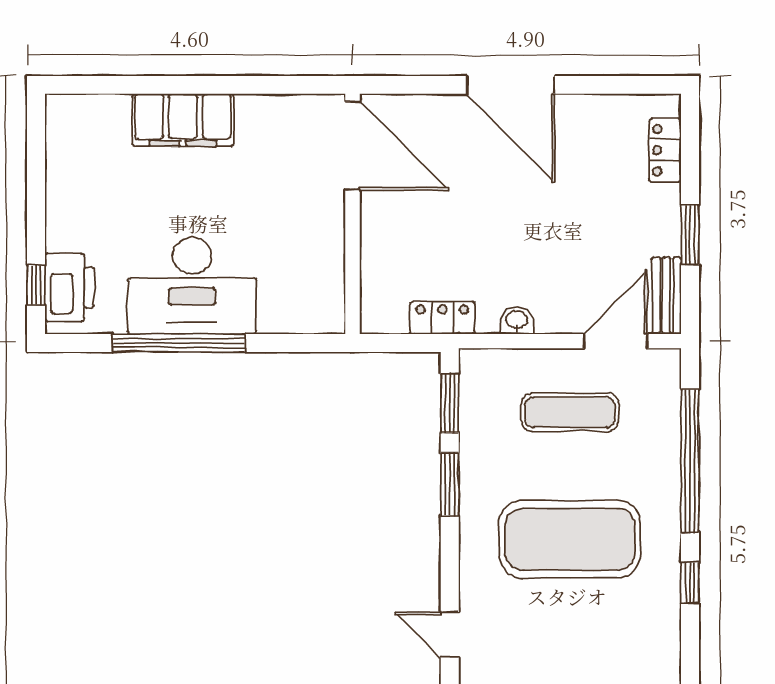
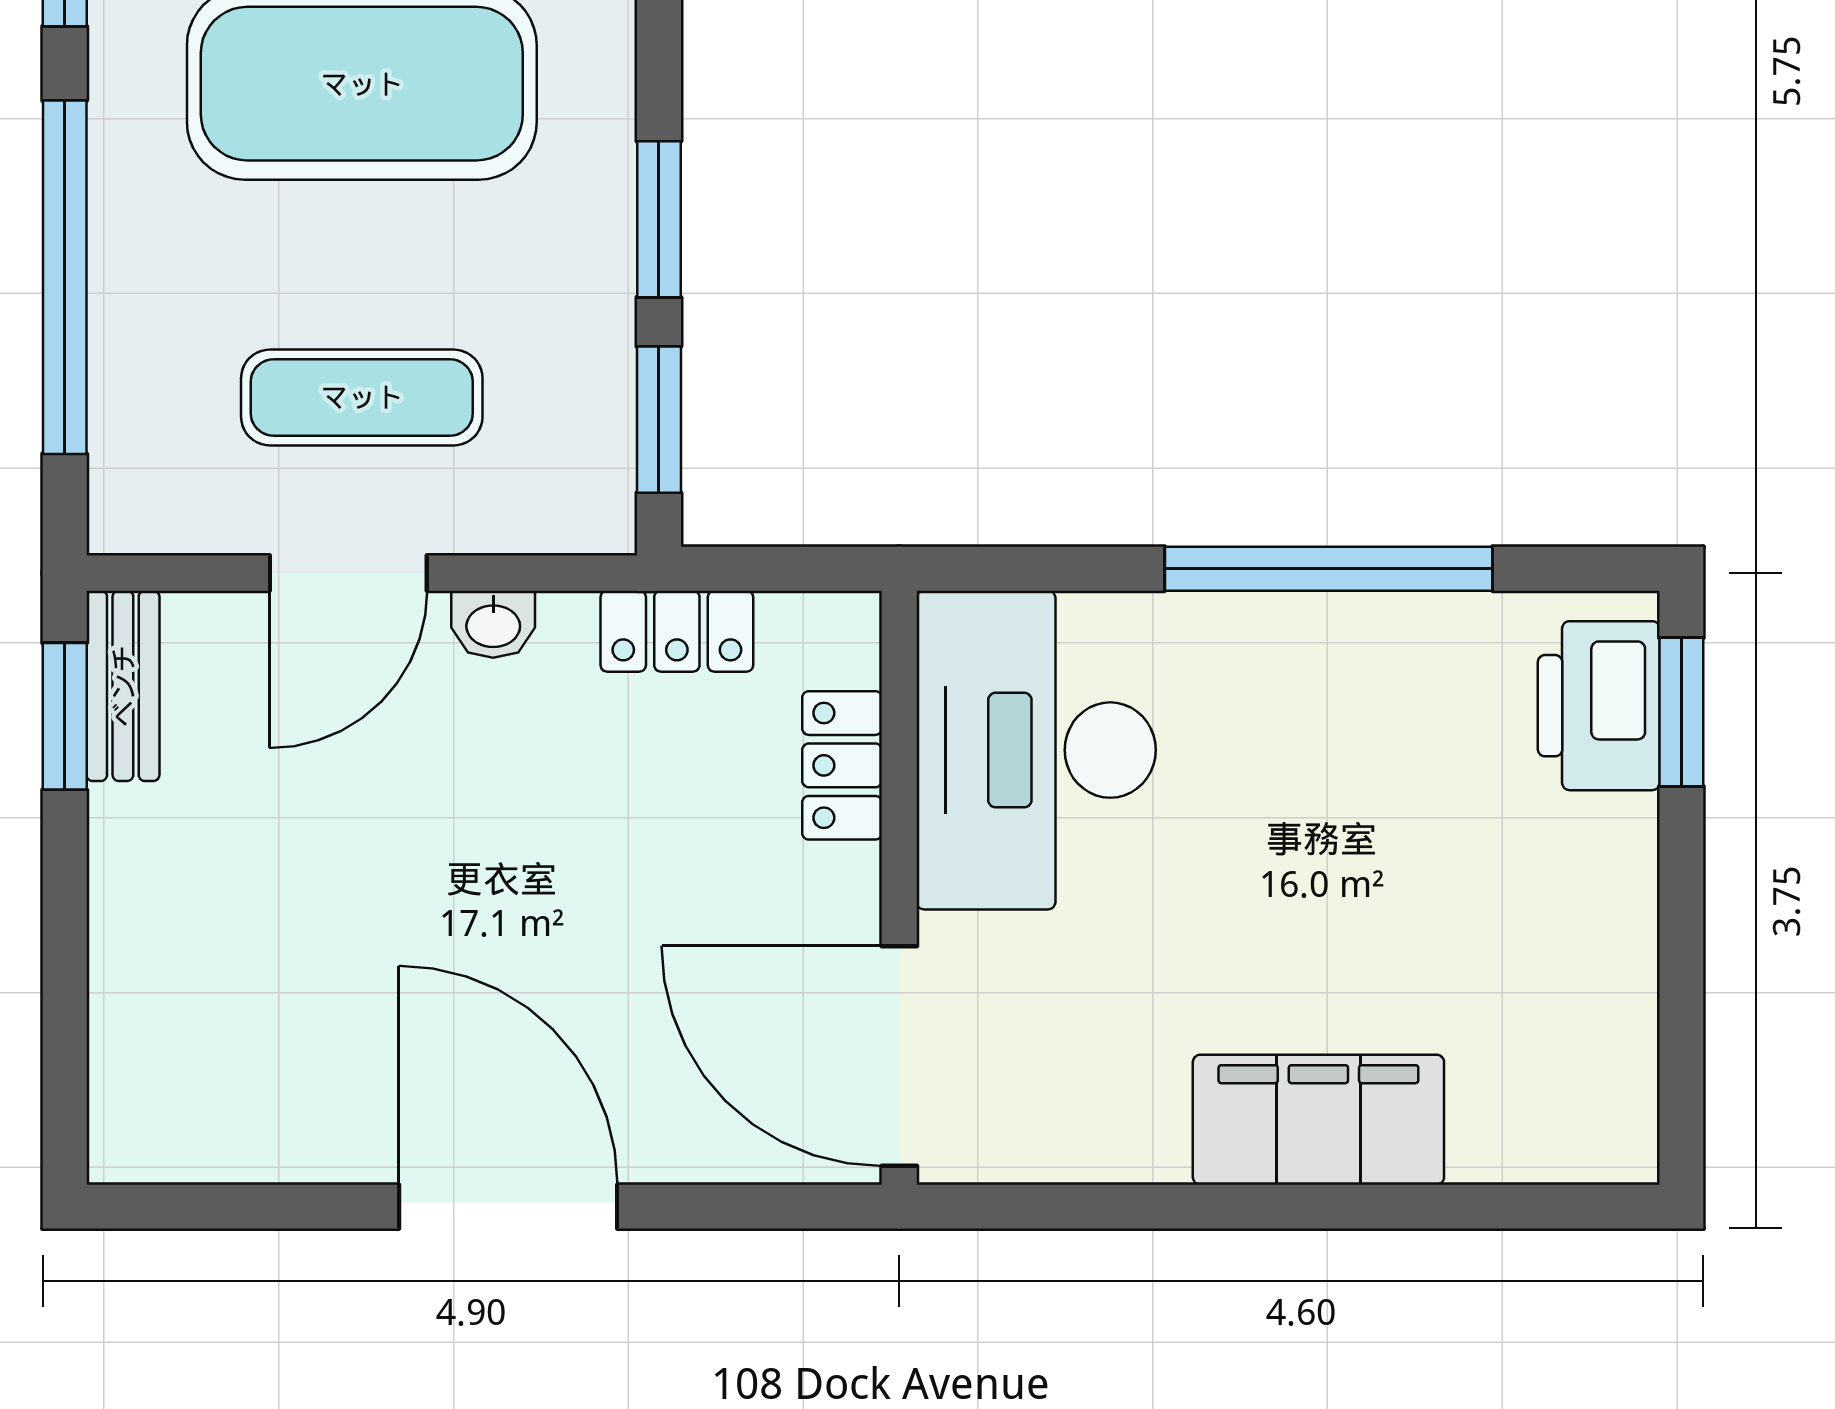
locker: (665, 150) -> (842, 765), moved, turned 180
window: (690, 234) -> (65, 716), moved
window: (36, 285) -> (1681, 712), width x1.50
desk: (192, 286) -> (1036, 750), moved, turned -90
door: (616, 341) -> (348, 573), moved

